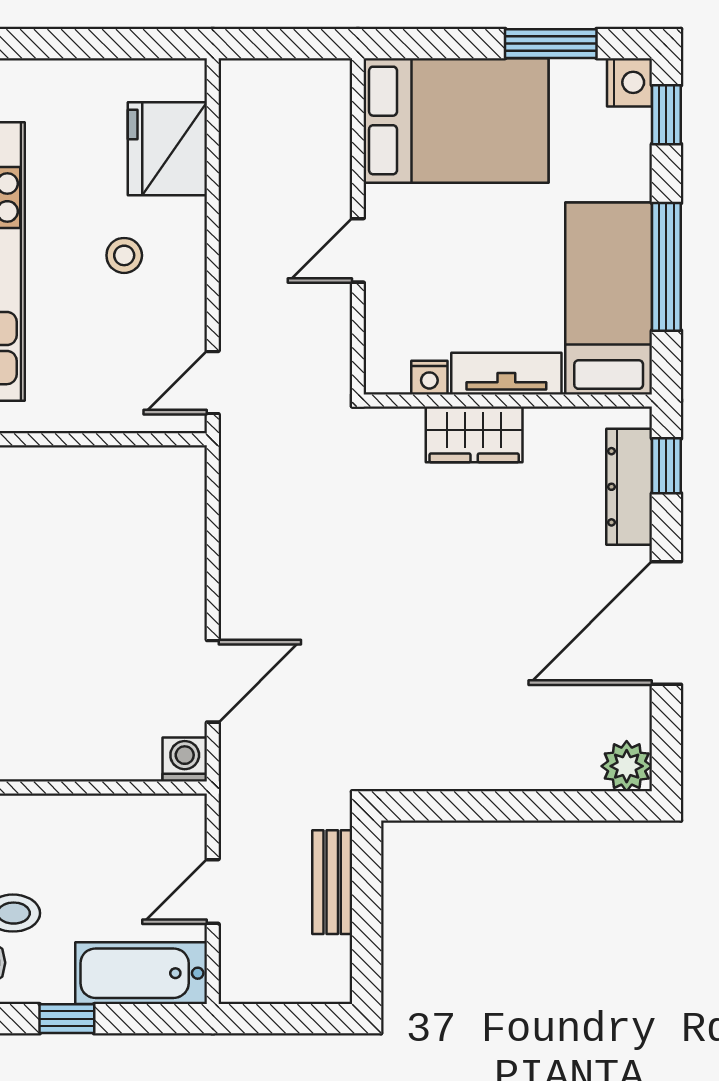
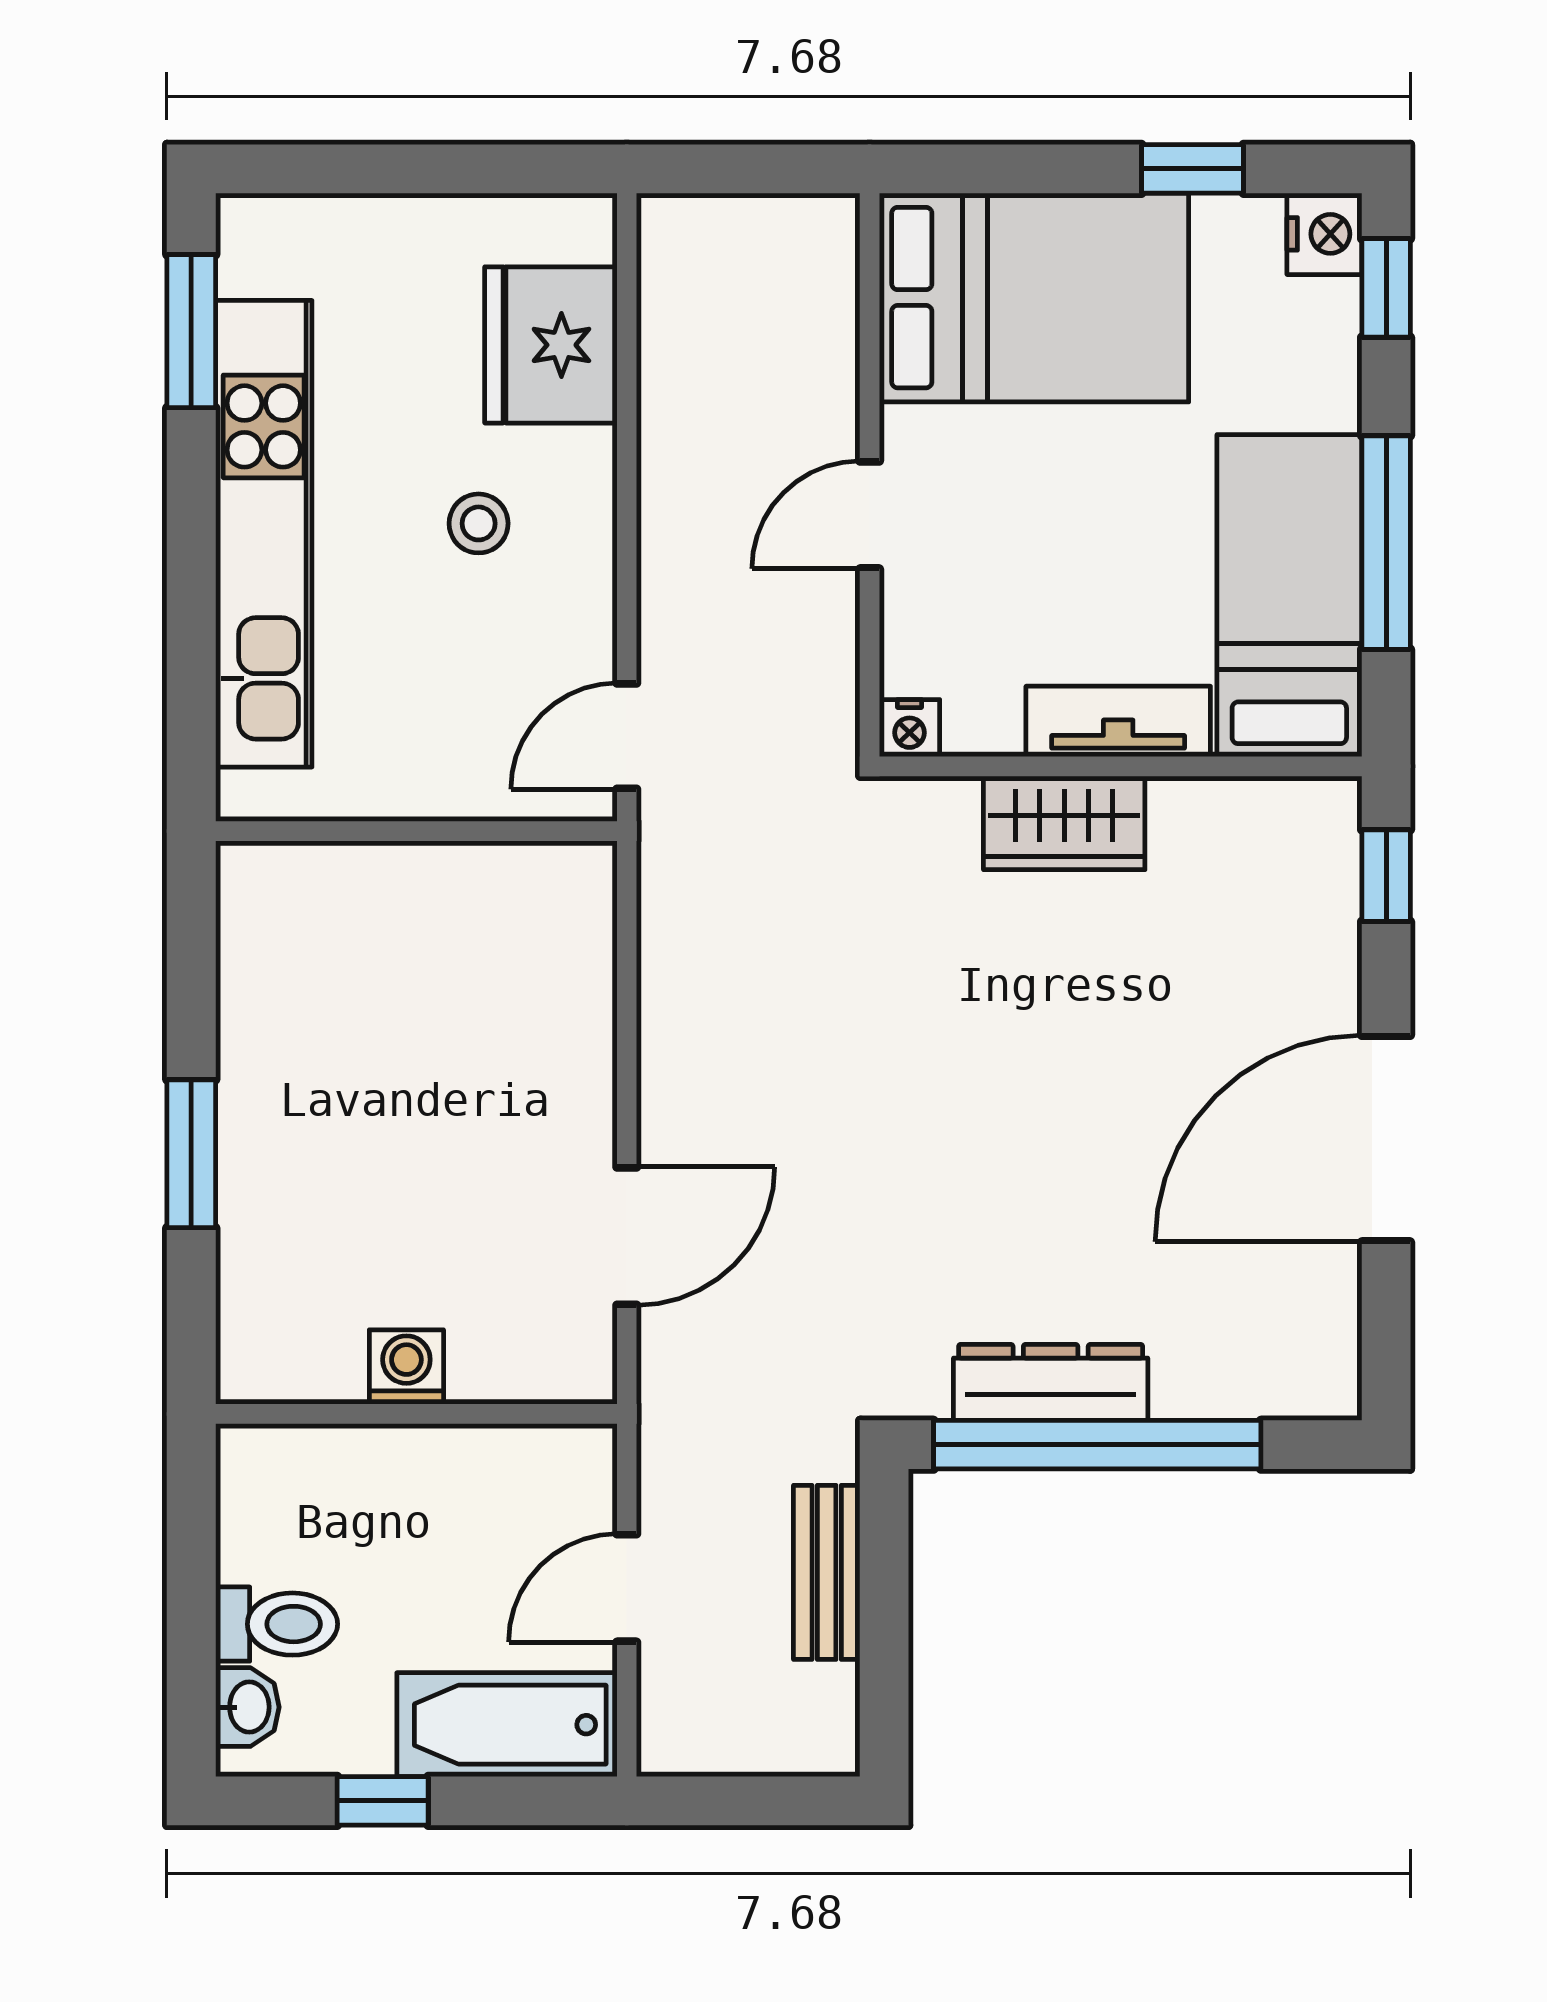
window: (551, 44) -> (1193, 169), width x0.67
nightstand: (429, 378) -> (910, 728), moved
dresser: (629, 487) -> (1051, 1382), moved, turned 90
washing machine: (185, 760) -> (406, 1367), moved
plant: (627, 766) -> (1319, 1378), removed
window: (494, 806) -> (1097, 1445), added

